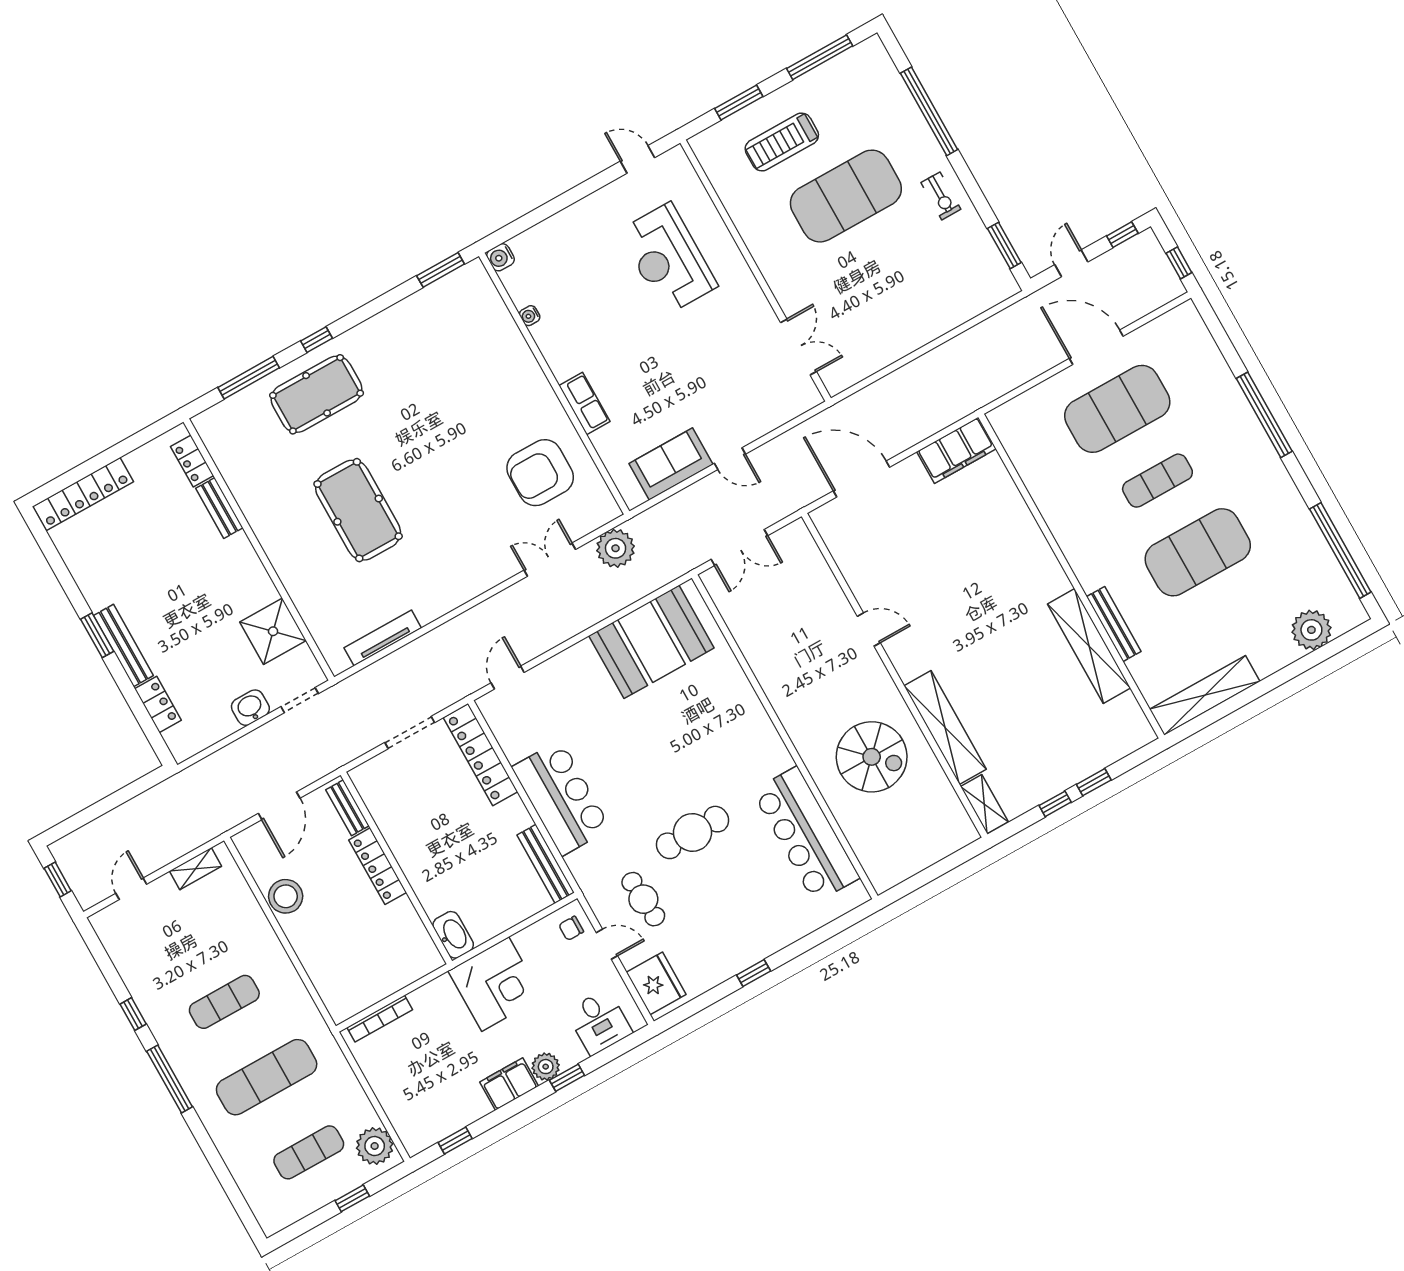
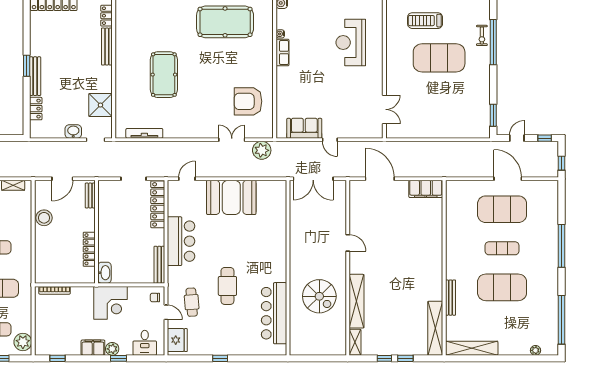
exercise bike: (941, 196) -> (482, 35), moved
pool table: (317, 394) -> (225, 22), moved, width x1.36, depth x1.32
row of seats: (584, 404) -> (282, 53), moved
bench: (219, 508) -> (107, 46), width x1.36
double door: (739, 548) -> (313, 179), width x1.37
plant: (1311, 630) -> (535, 350), width x0.53, depth x0.53
booth: (651, 642) -> (231, 197), moved
shelving: (1089, 646) -> (435, 328), moved
cafe table: (692, 832) -> (227, 286), turned 90
locker: (378, 866) -> (89, 249), moved

